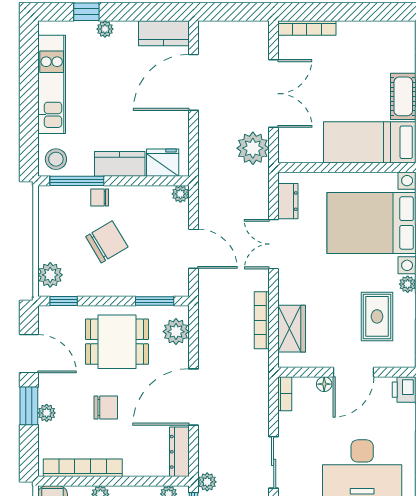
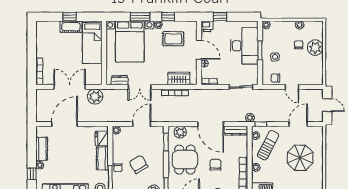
kitchen counter: (164, 33) -> (42, 149), moved
door: (193, 82) -> (65, 124), swing flipped

